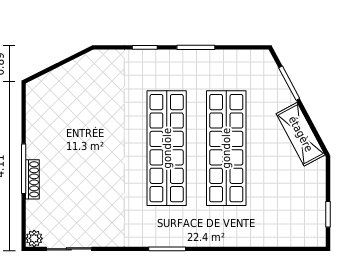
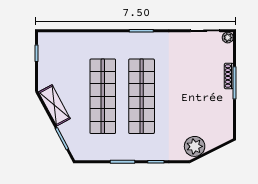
plant: (85, 71) -> (195, 146), added

